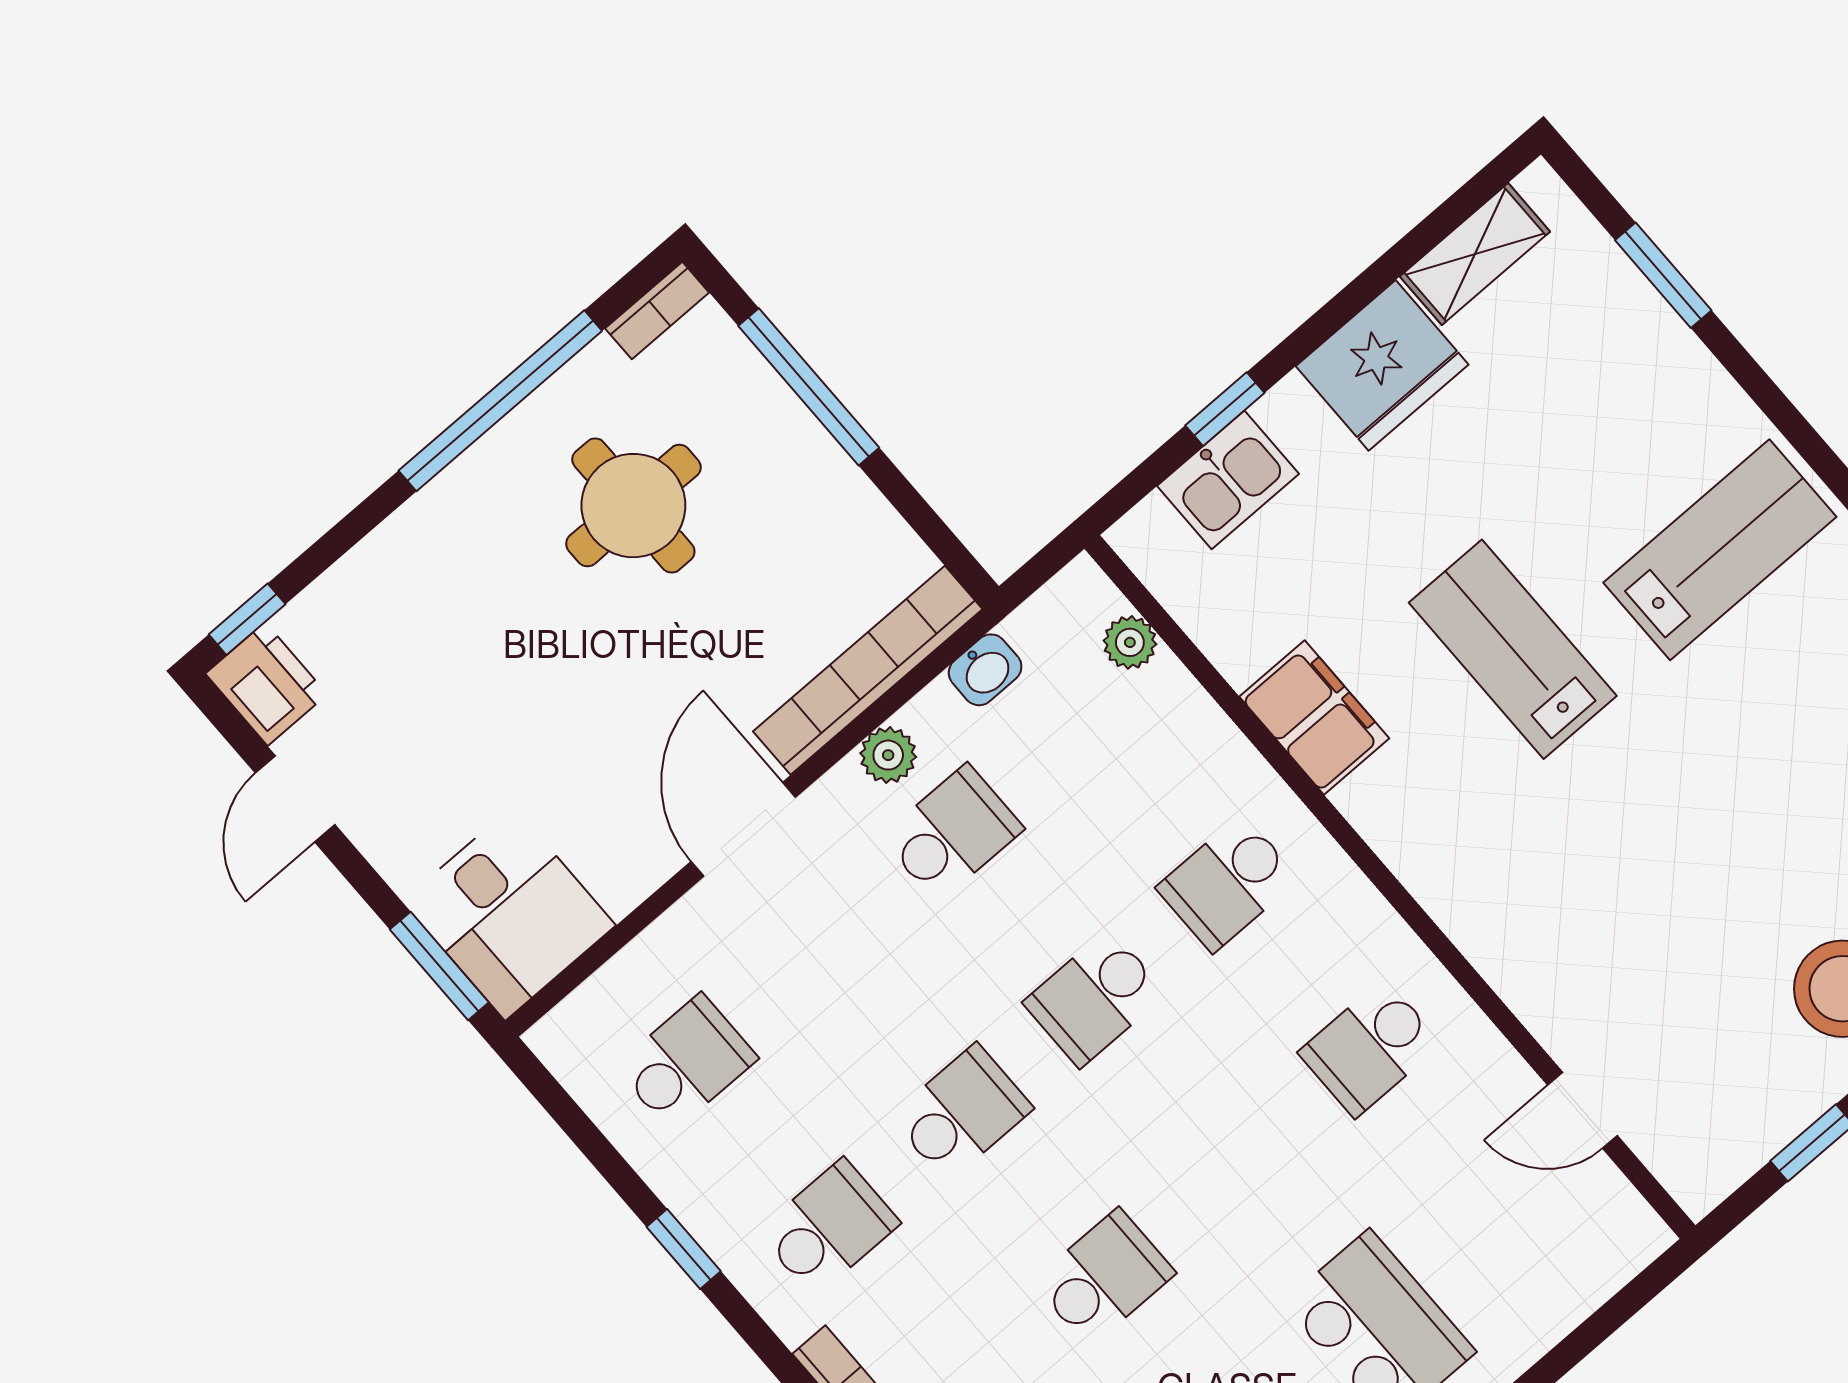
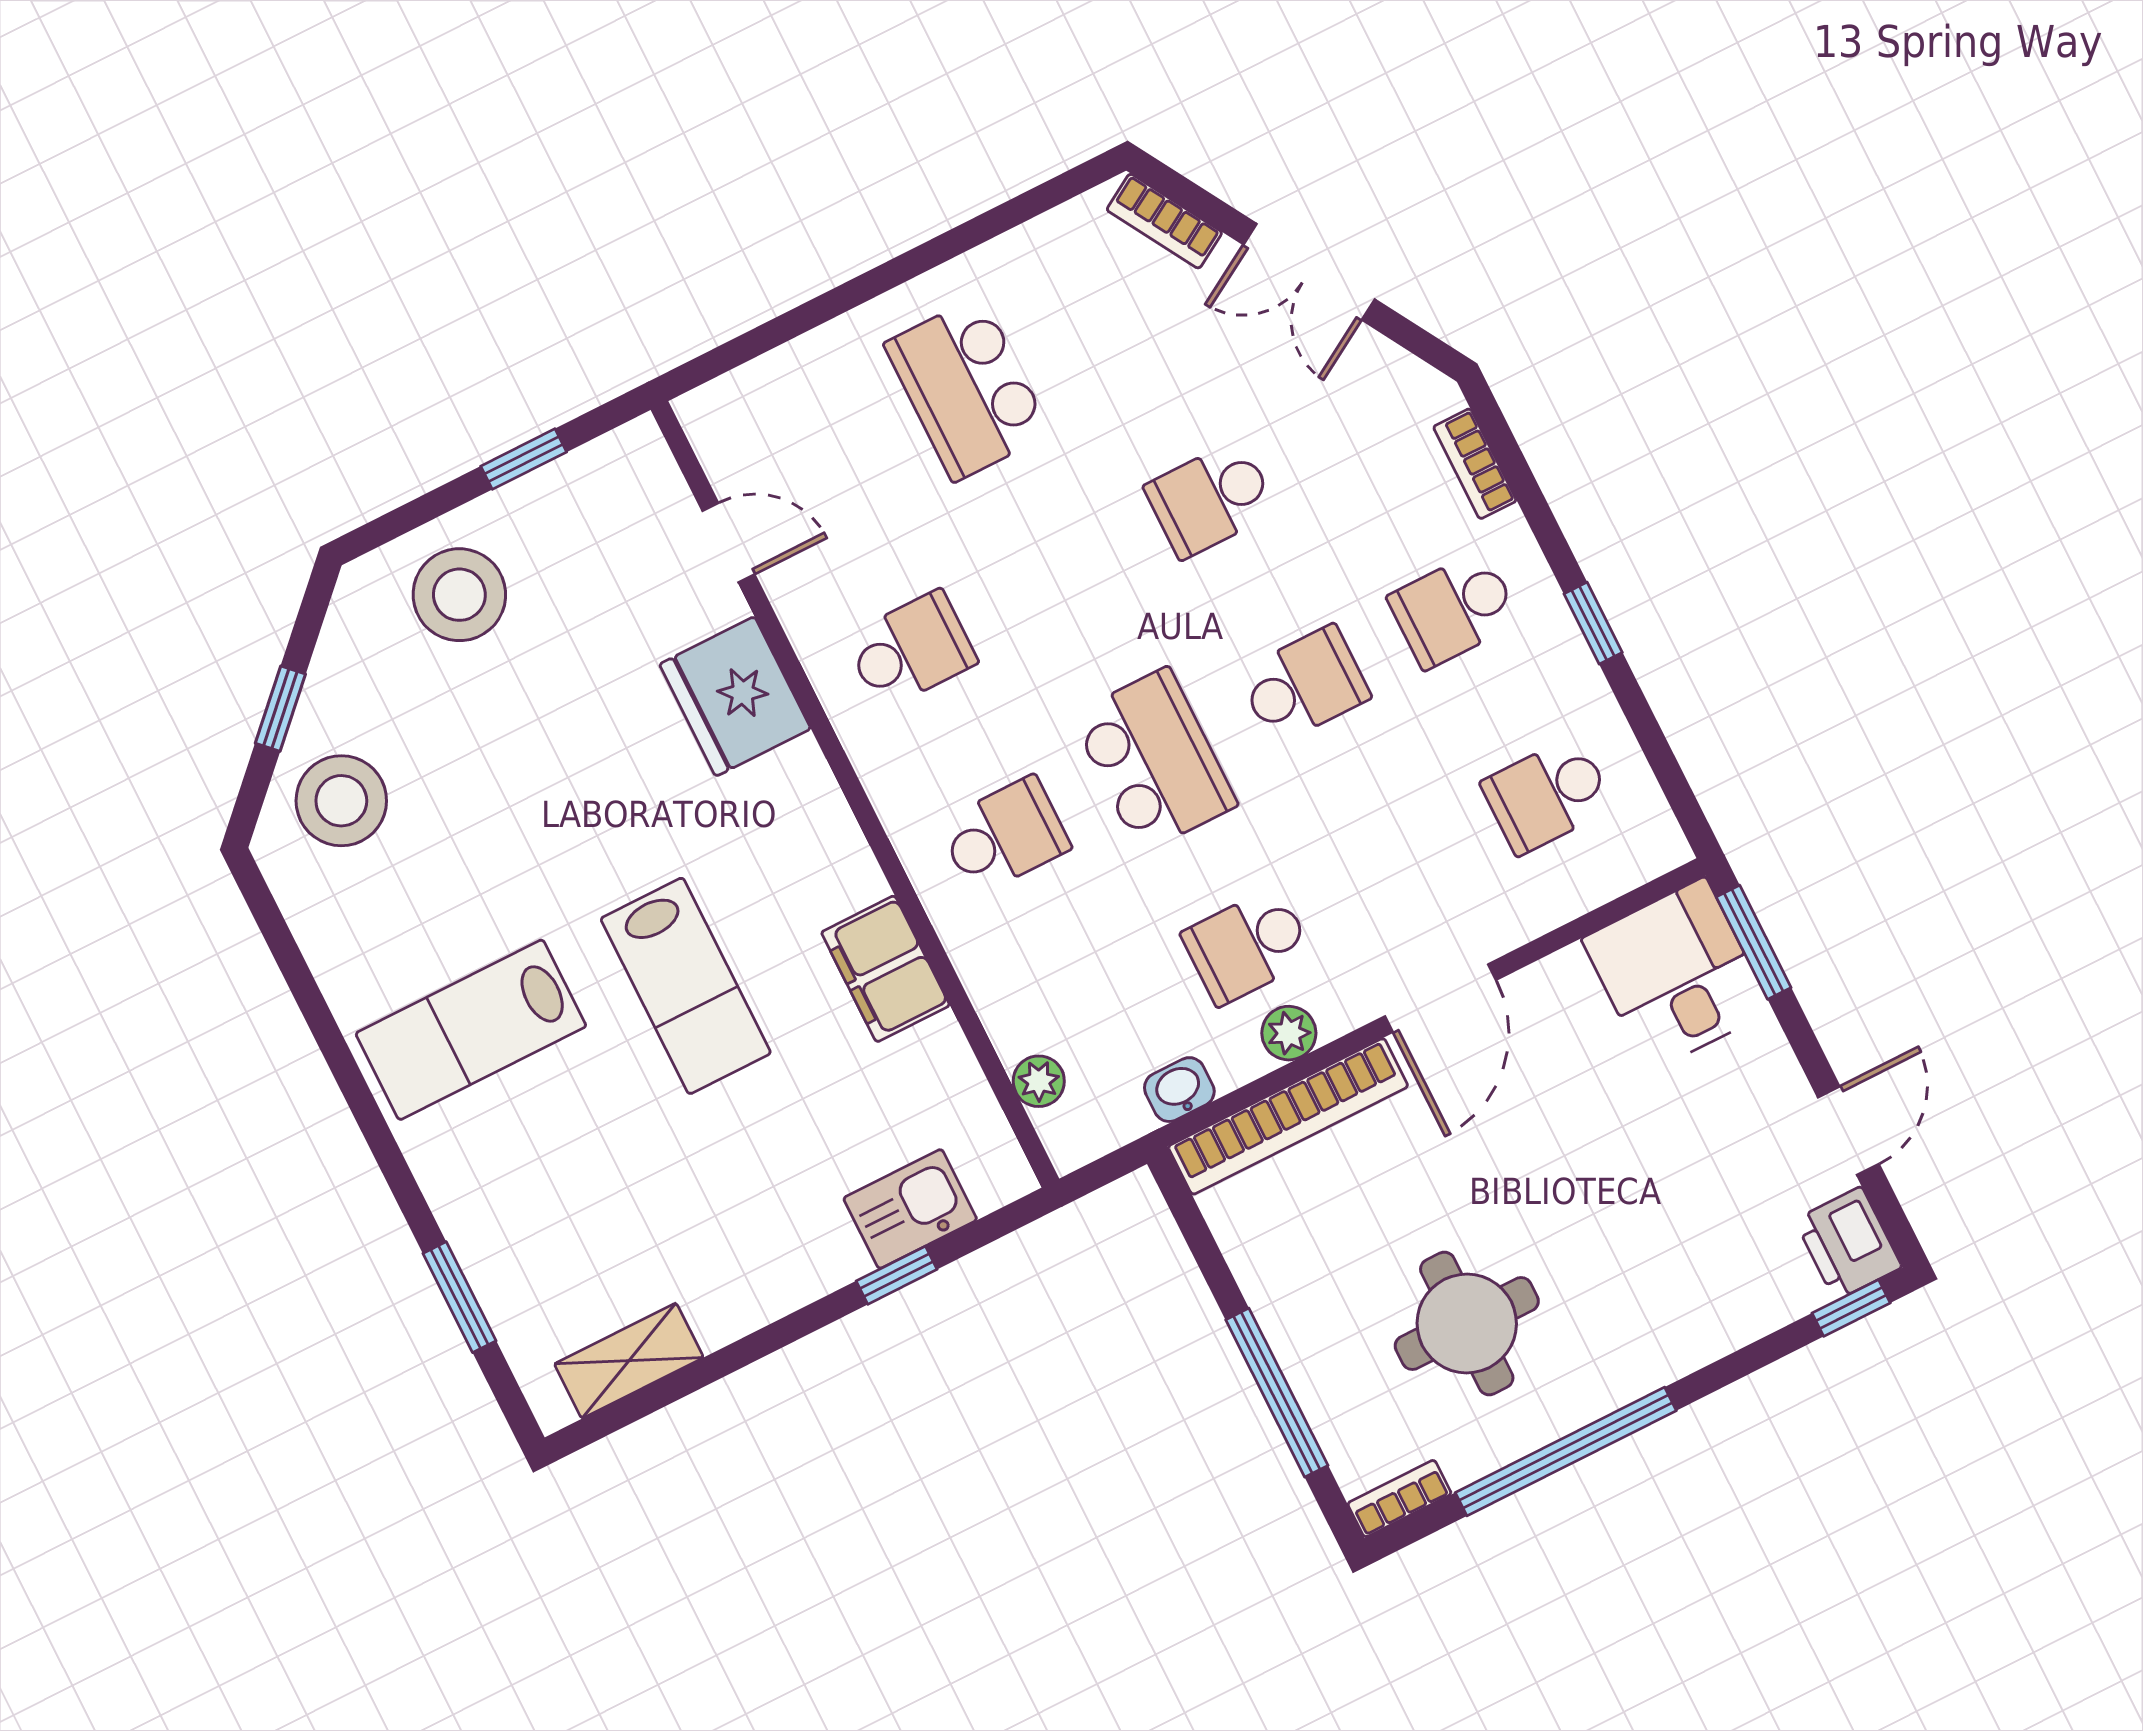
fridge: (1382, 365) -> (735, 696), moved, turned -90
school desk: (1095, 998) -> (1154, 760), width x1.85
school desk: (962, 1113) -> (1304, 685), turned 180

